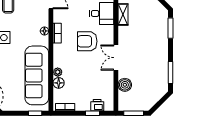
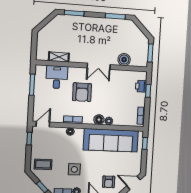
floor lamp: (59, 83) -> (99, 120), moved

